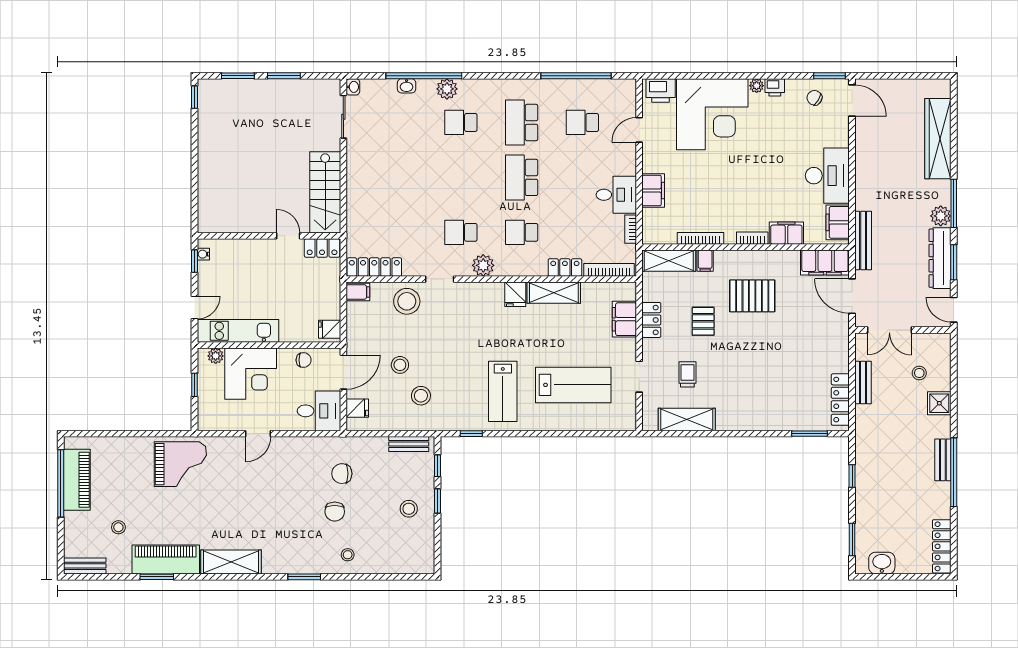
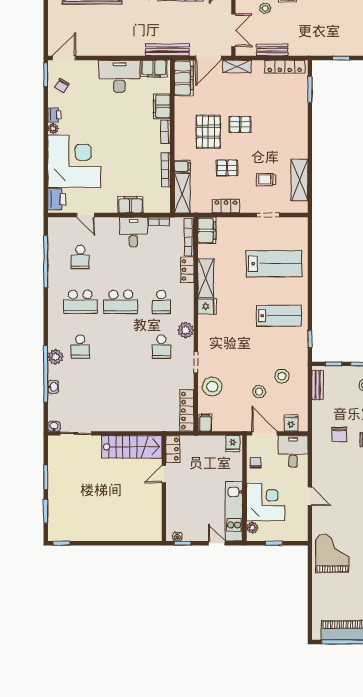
filing cabinet: (624, 319) -> (207, 230), moved, turned -90
shelving: (841, 335) -> (237, 66), added
pallet: (762, 339) -> (240, 124), added
lab bench: (573, 385) -> (274, 264), turned 90

